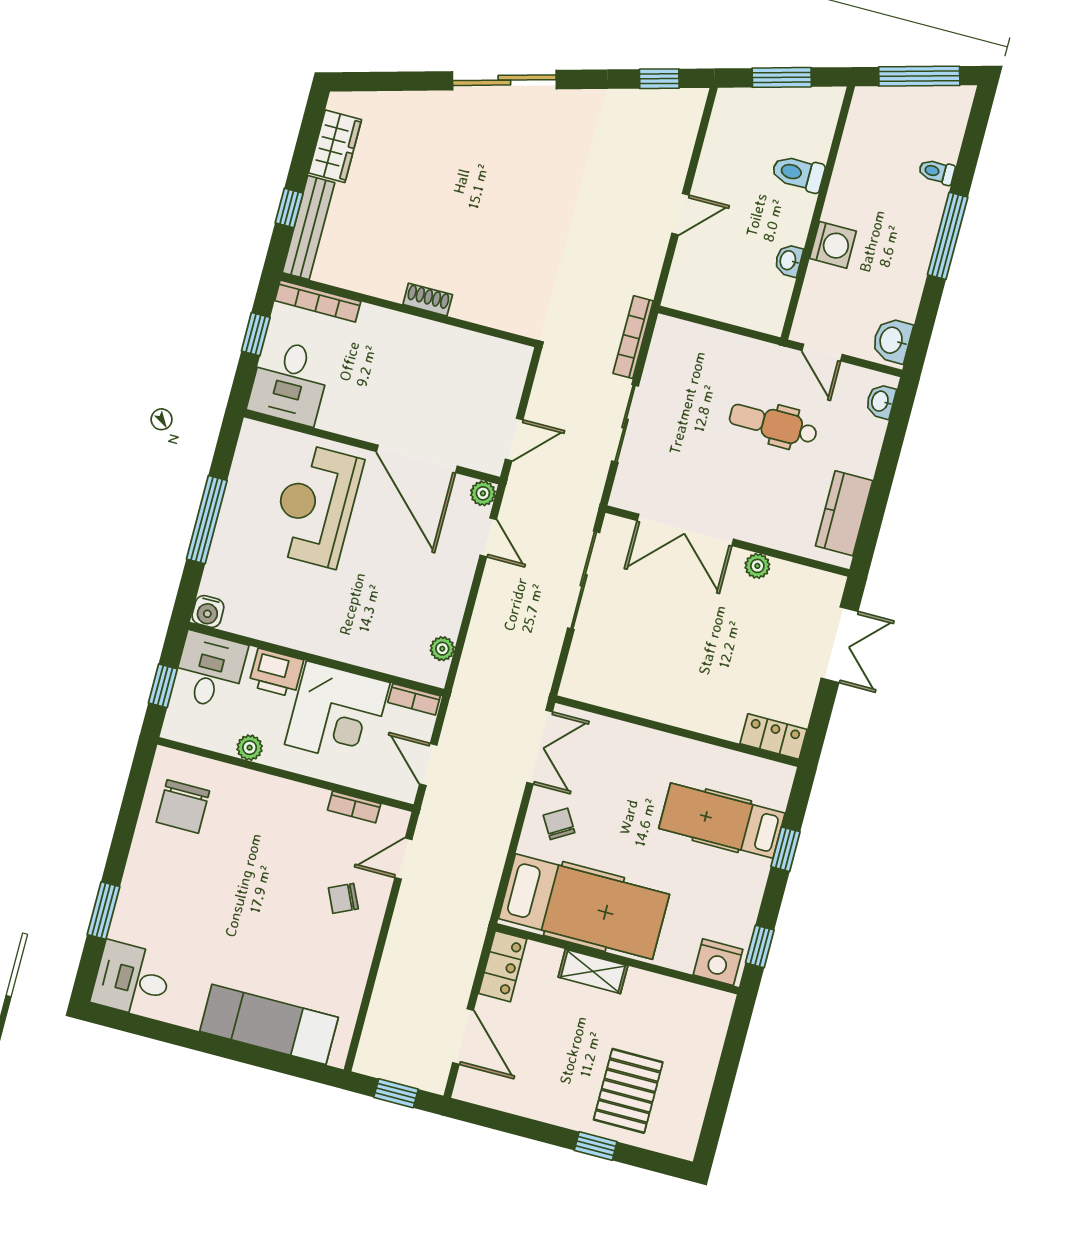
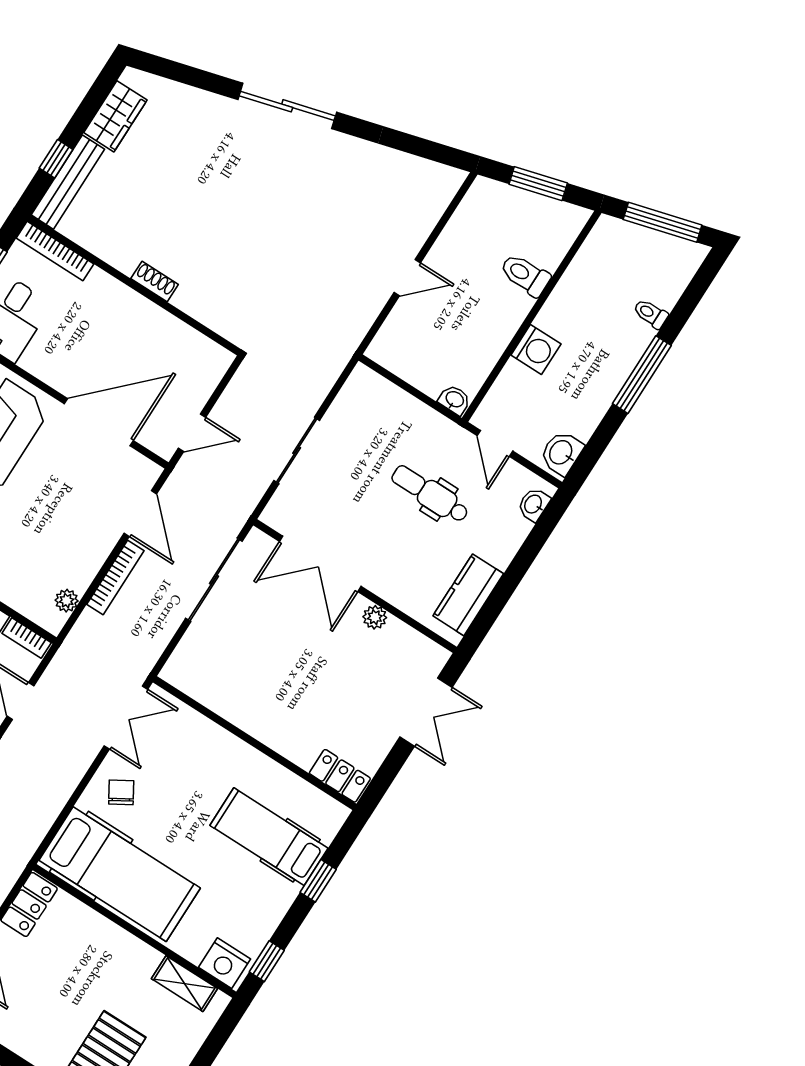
window: (659, 79) -> (427, 149), removed
washbasin: (789, 260) -> (454, 400), moved, turned 90
bookcase: (633, 337) -> (115, 577), moved, turned 180
door: (417, 459) -> (99, 422), swing flipped
plant: (483, 493) -> (148, 472), removed
door: (488, 537) -> (140, 514), width x1.38
shelving: (593, 971) -> (185, 984), moved

